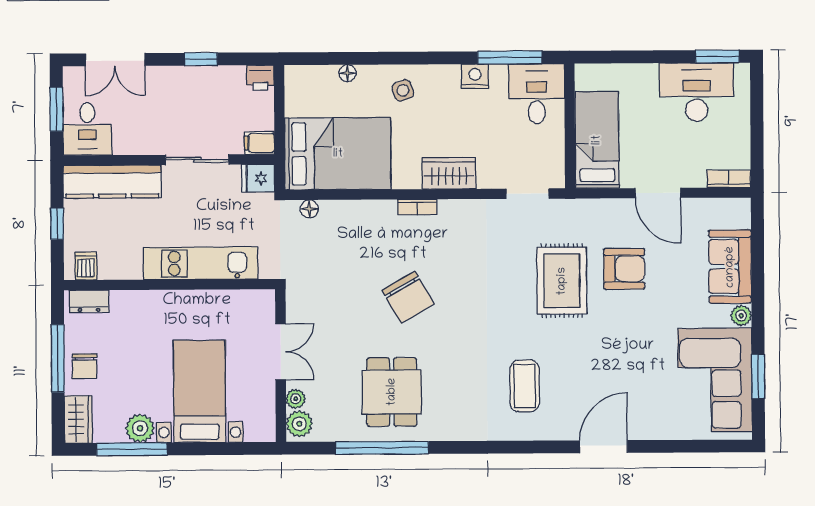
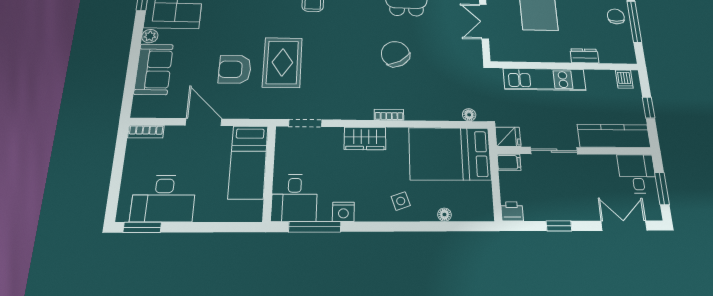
dresser: (89, 301) -> (584, 56), moved

